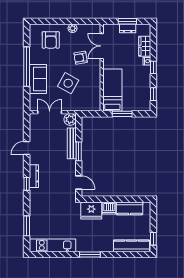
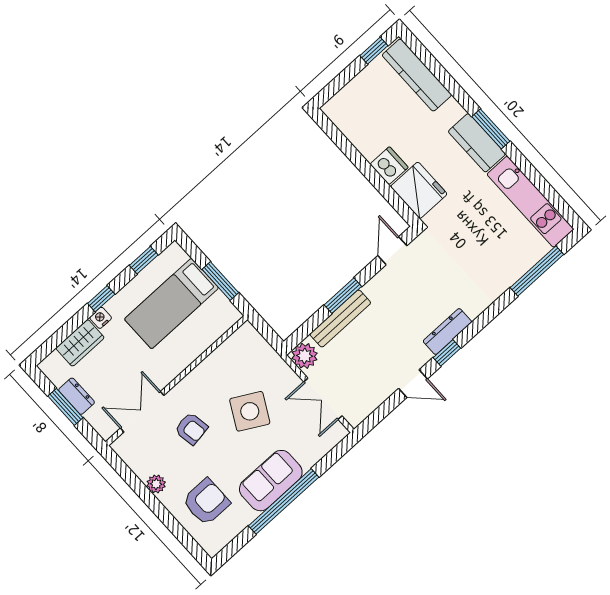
double door: (102, 46) -> (142, 412), swing flipped
sofa: (38, 79) -> (271, 481), moved
bed: (112, 90) -> (171, 304), moved
window: (27, 184) -> (447, 353), moved
kitchen counter: (129, 208) -> (477, 143), moved, turned 180
window: (27, 226) -> (537, 271), width x1.44

